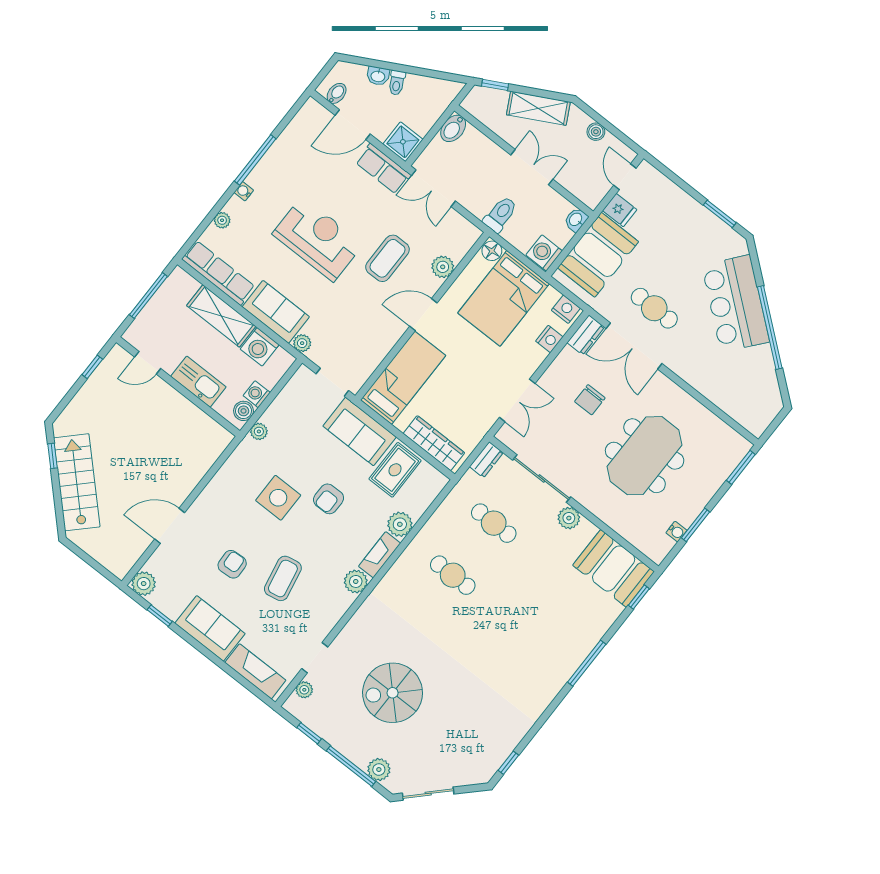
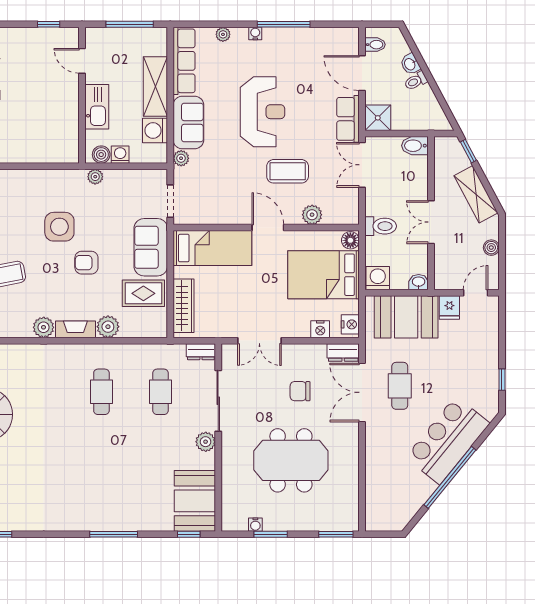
double door: (532, 167) -> (431, 222), swing flipped
window: (720, 214) -> (502, 380), width x0.67

